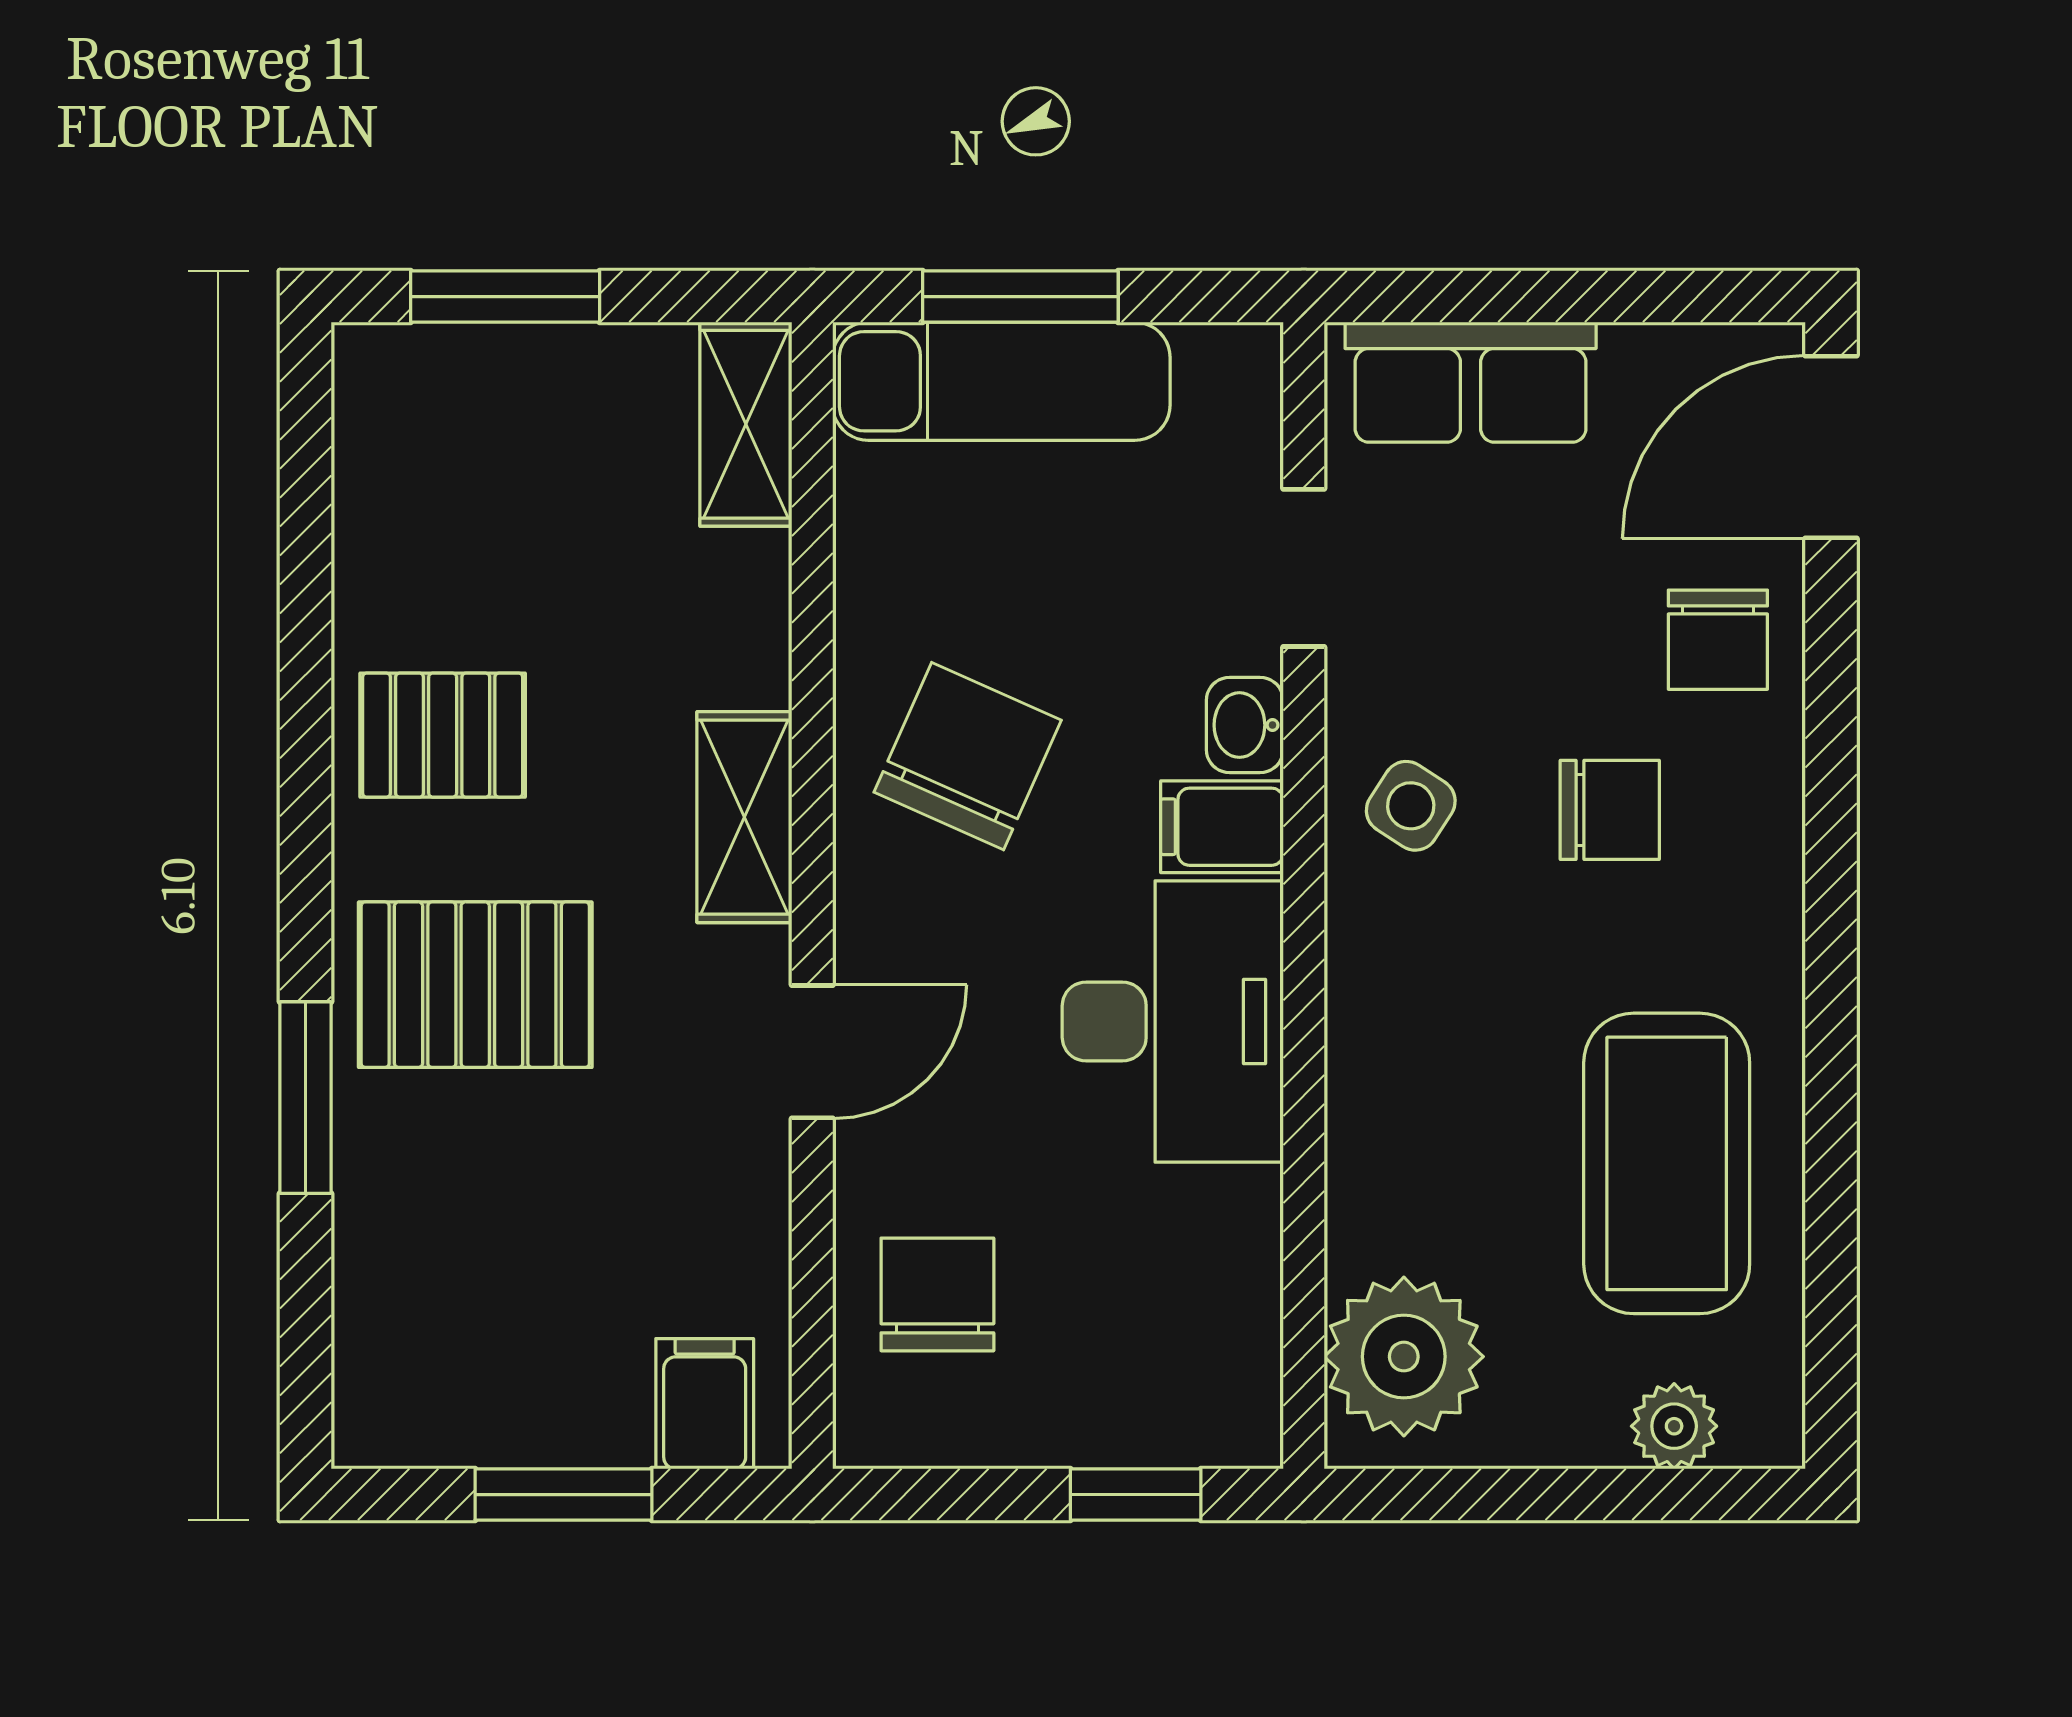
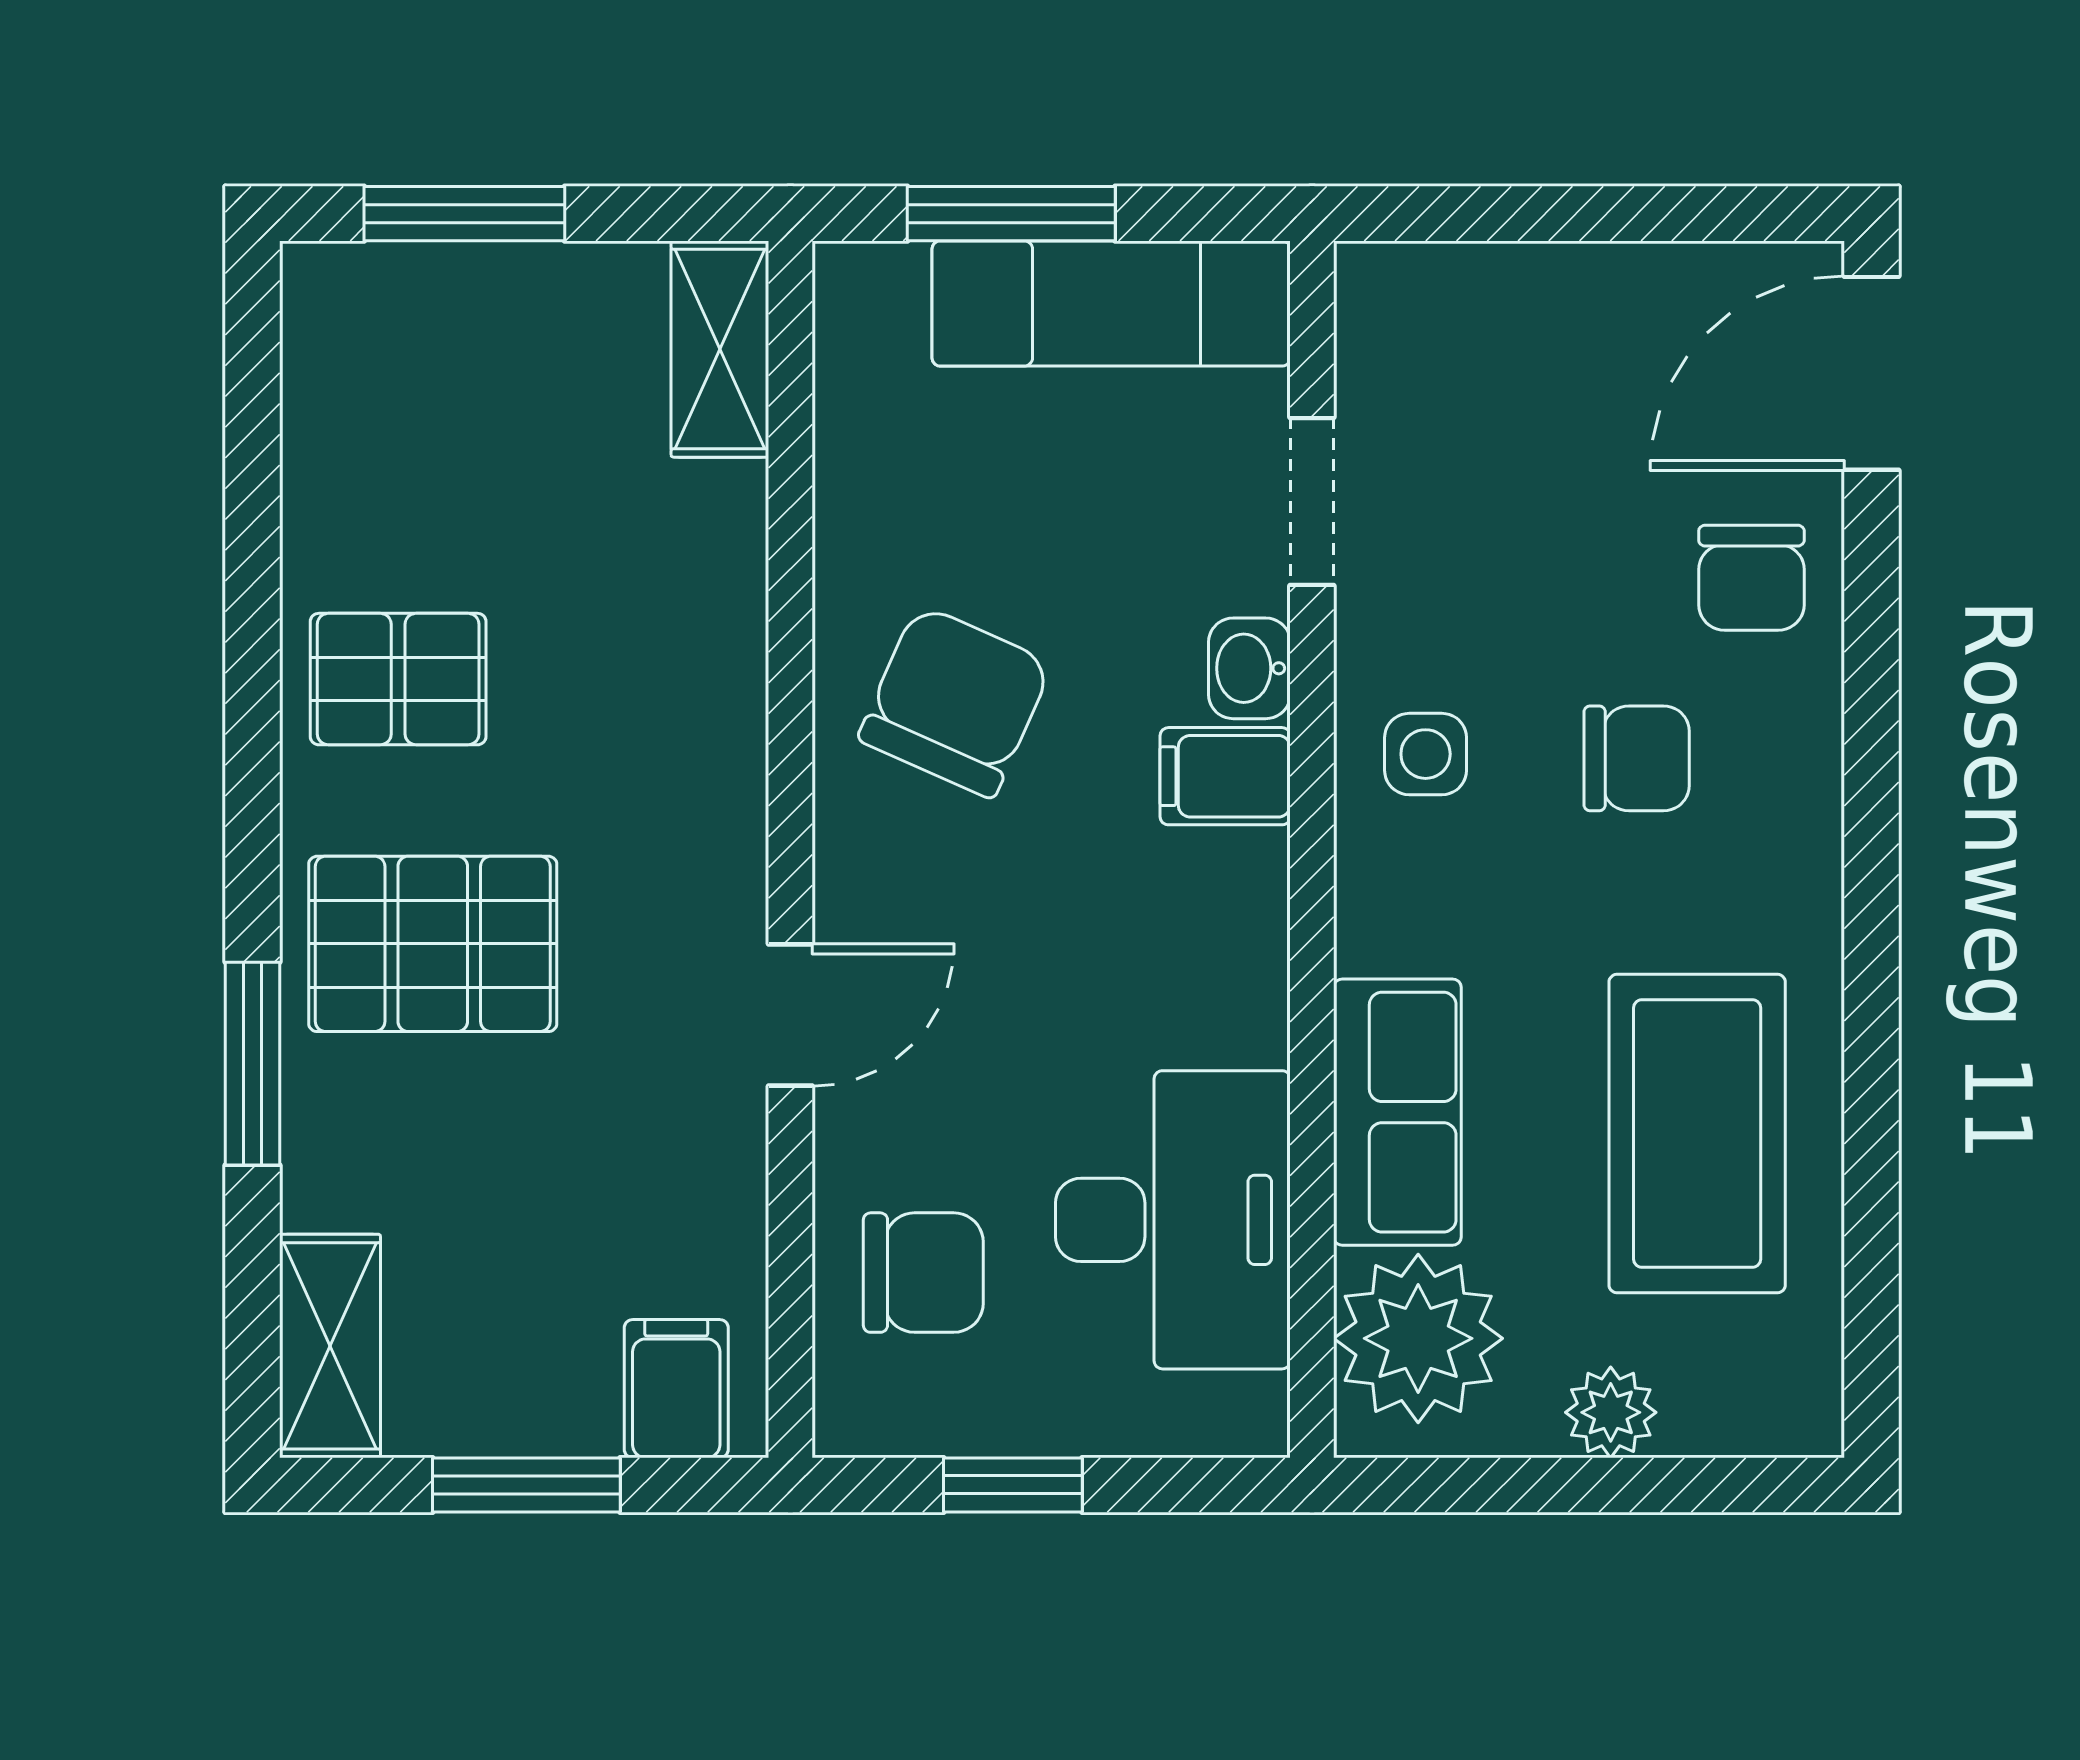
exam couch: (1001, 381) -> (1111, 303), moved
row of seats: (1471, 382) -> (1397, 1112), moved, turned -90
side table: (1411, 806) -> (1426, 754), turned -33
shelving: (744, 817) -> (330, 1346), moved
desk: (1173, 1022) -> (1173, 1220), moved
chair: (937, 1294) -> (923, 1273), turned 90
plant: (1674, 1426) -> (1611, 1412), moved
window: (1136, 1495) -> (1013, 1485), moved

